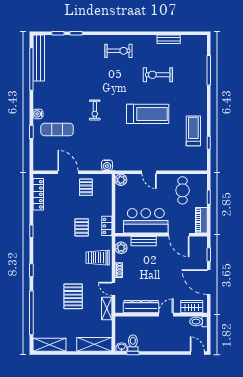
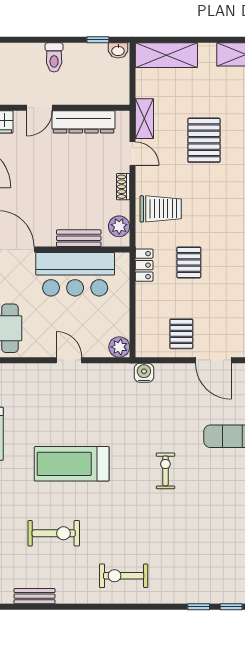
toilet: (133, 343) -> (54, 57), moved

